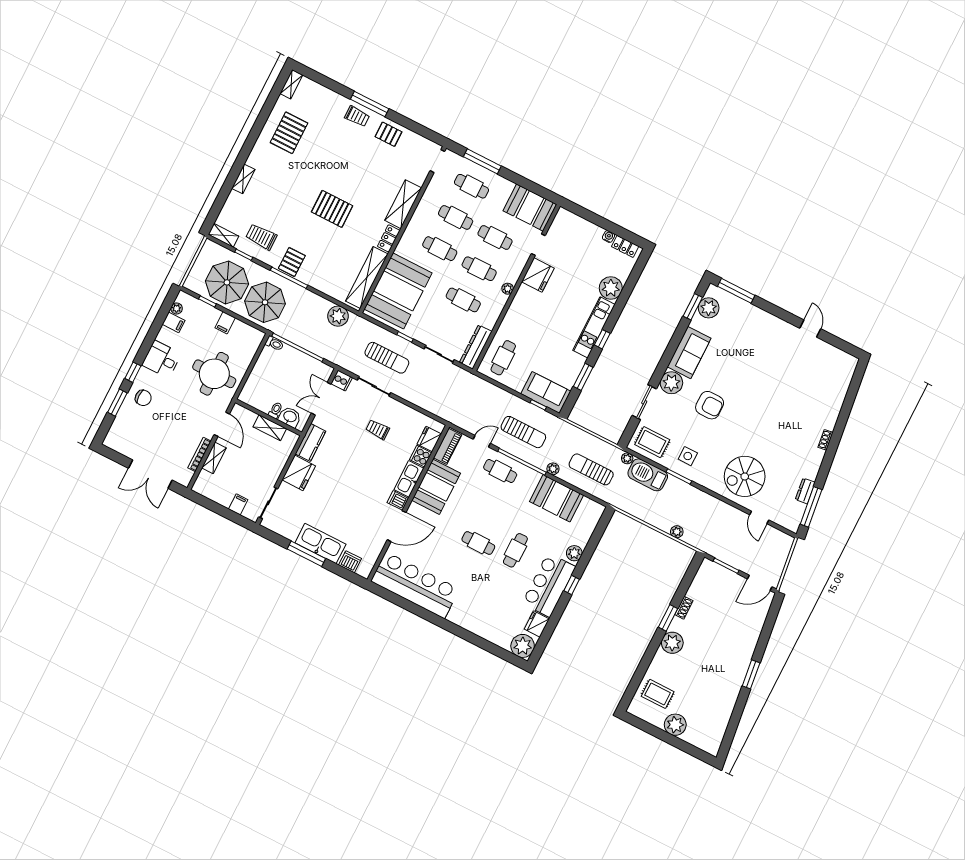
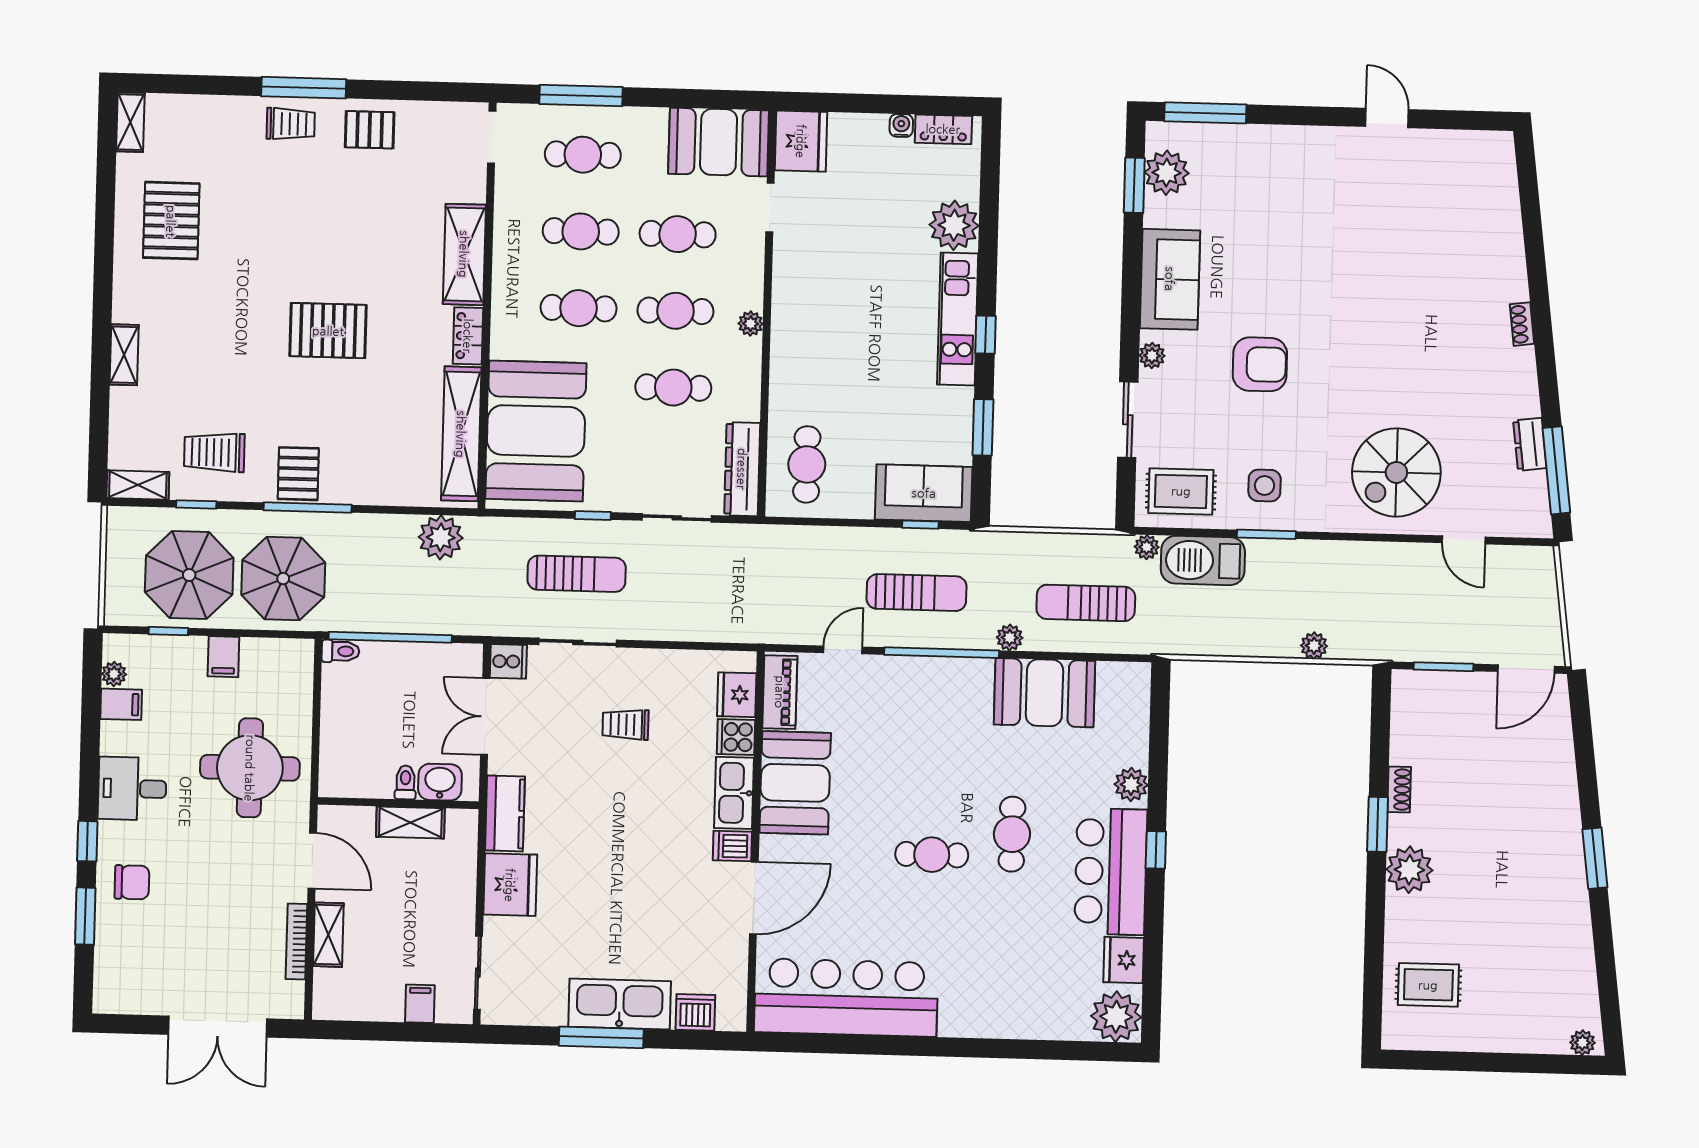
fridge: (538, 275) -> (801, 141), moved
plant: (671, 383) -> (1152, 356), width x0.53, depth x0.53
cafe table: (500, 471) -> (907, 692), removed
plant: (675, 725) -> (1582, 1043), moved, width x0.53, depth x0.53

